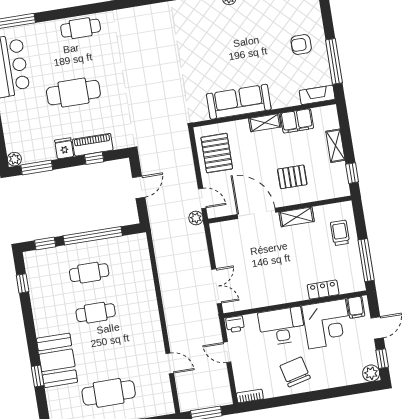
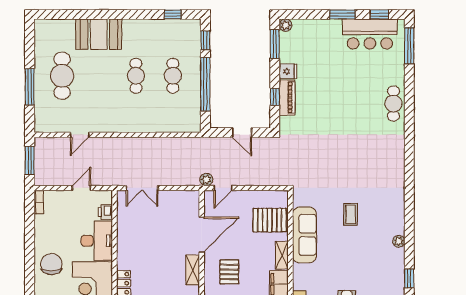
coffee table: (208, 55) -> (351, 214), added
cafe table: (73, 93) -> (337, 88), removed
pallet: (217, 153) -> (270, 220), moved
printer: (235, 324) -> (105, 212), moved
chair: (295, 372) -> (51, 264), moved, turned -76
window: (38, 376) -> (88, 14), removed

